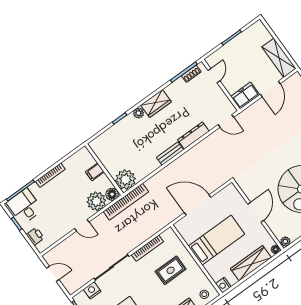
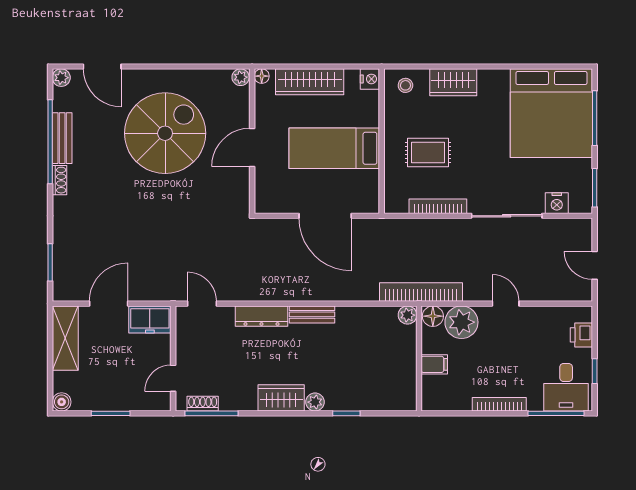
boiler: (259, 26) -> (62, 402), added
plant: (126, 180) -> (408, 315), width x0.53, depth x0.53

